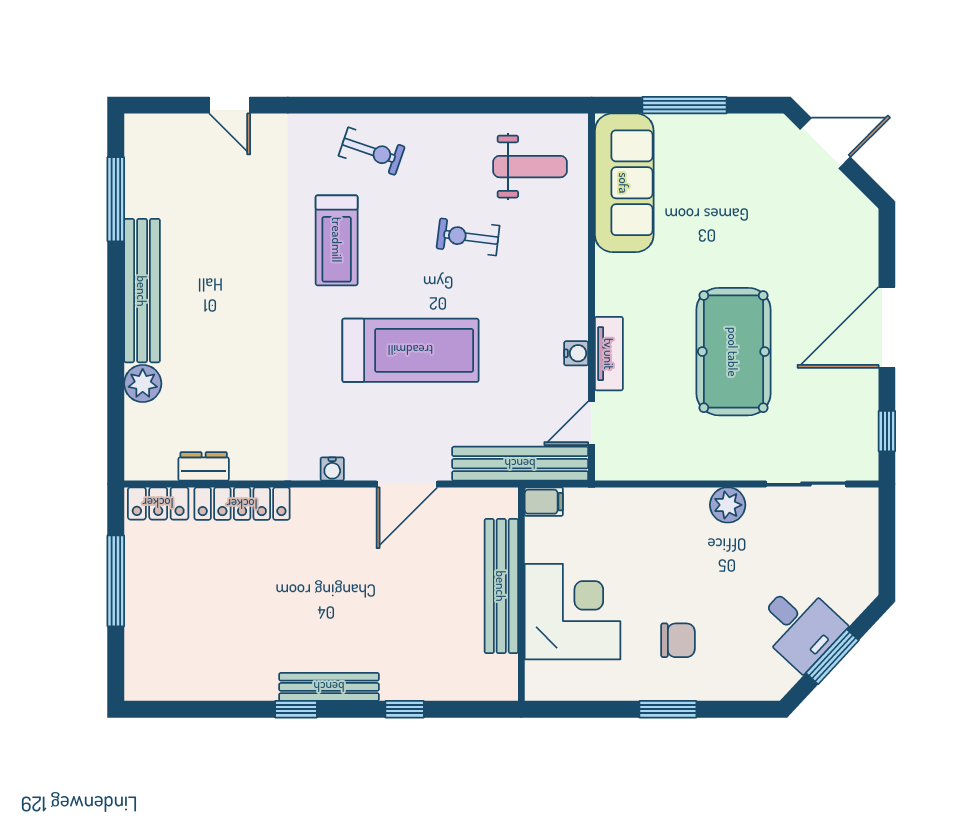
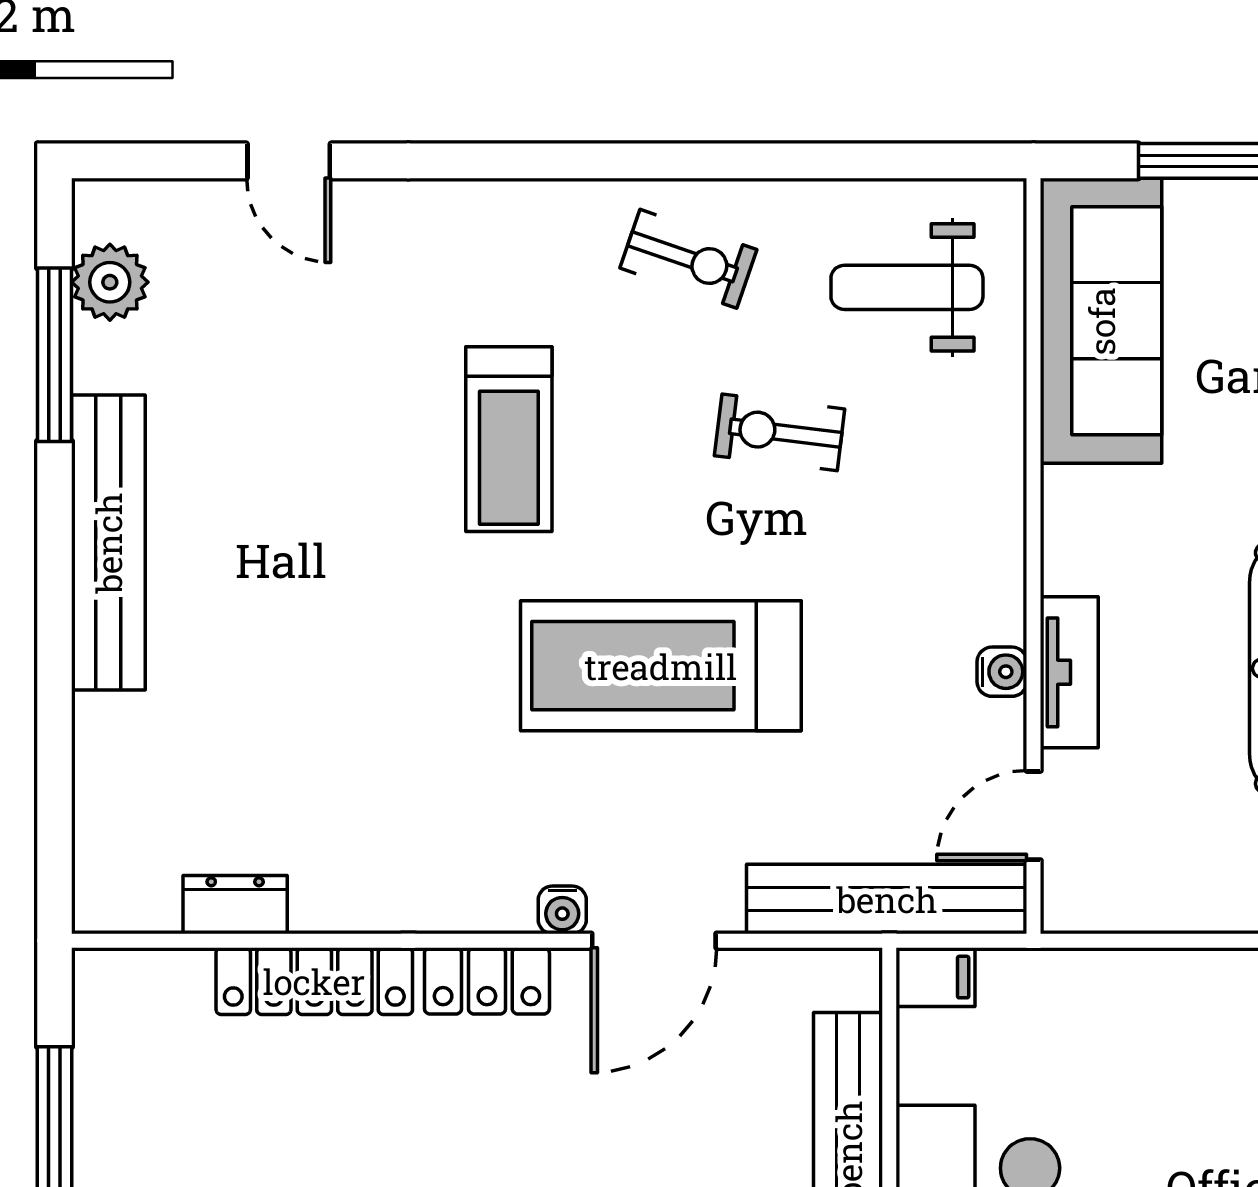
exercise bike: (372, 151) -> (688, 259), moved
weight bench: (530, 167) -> (907, 287), turned 180
treadmill: (410, 350) -> (661, 666), turned 180
plant: (143, 384) -> (110, 282), moved
water cooler: (332, 469) -> (562, 910), moved
locker: (158, 503) -> (487, 981), moved

